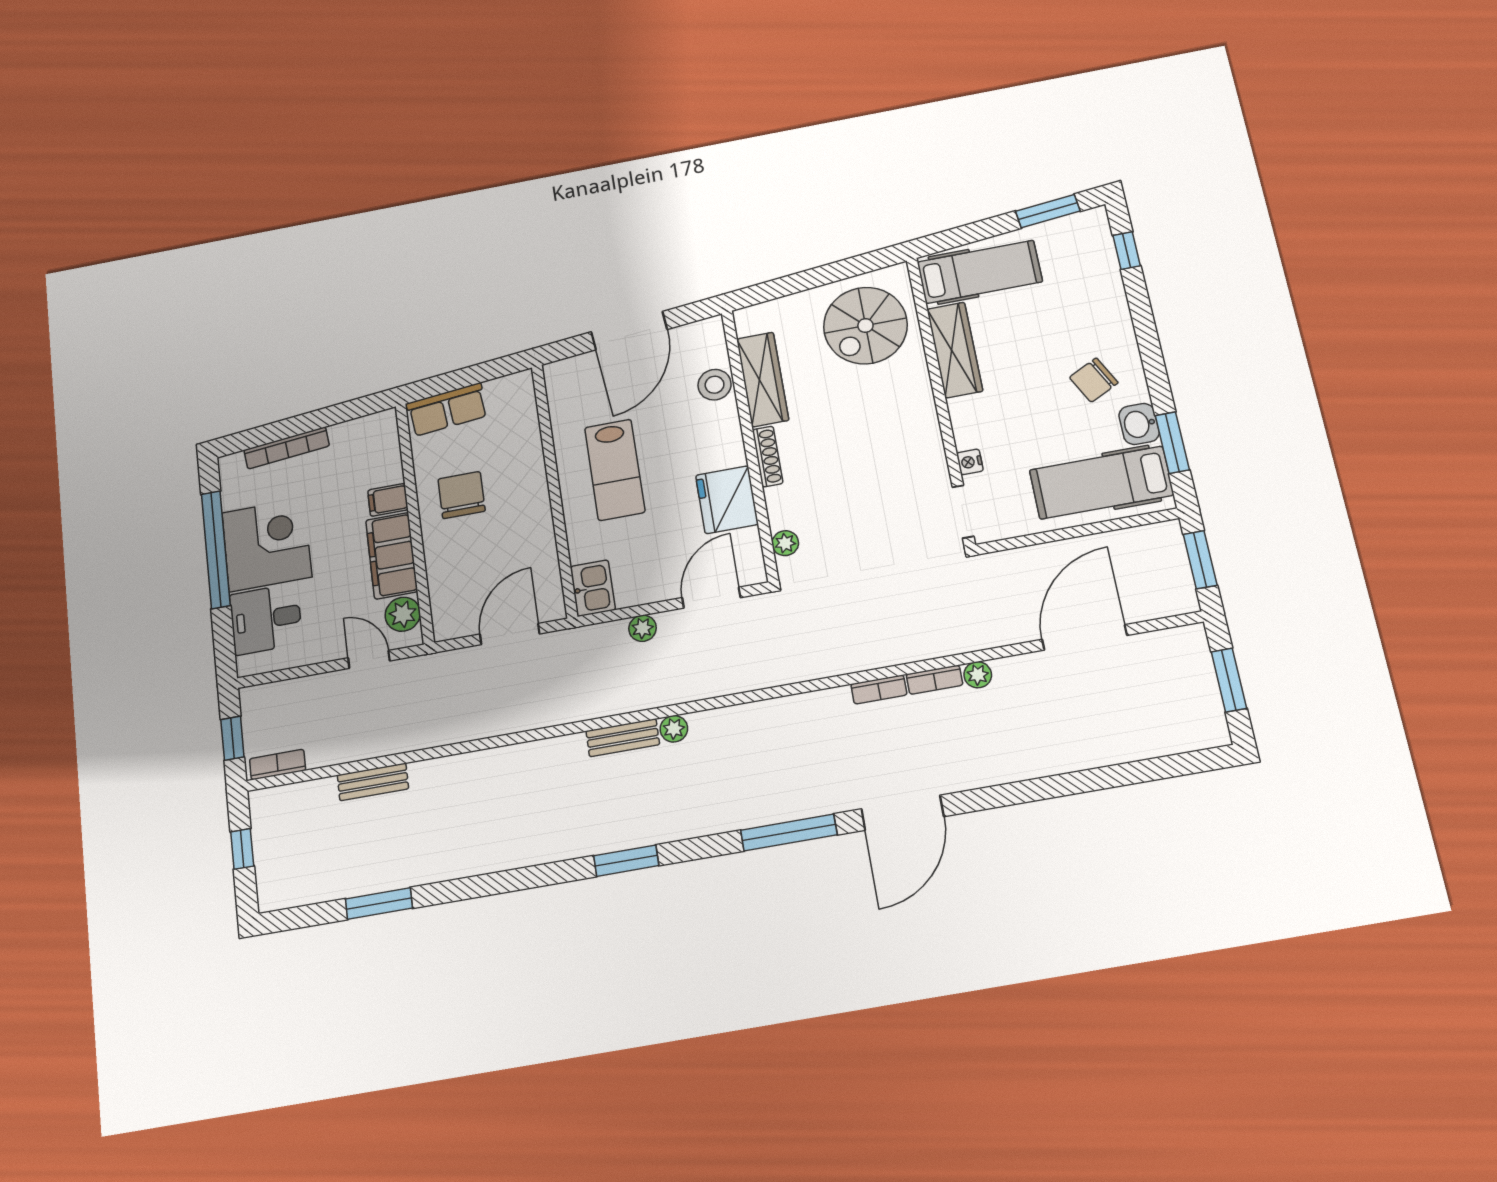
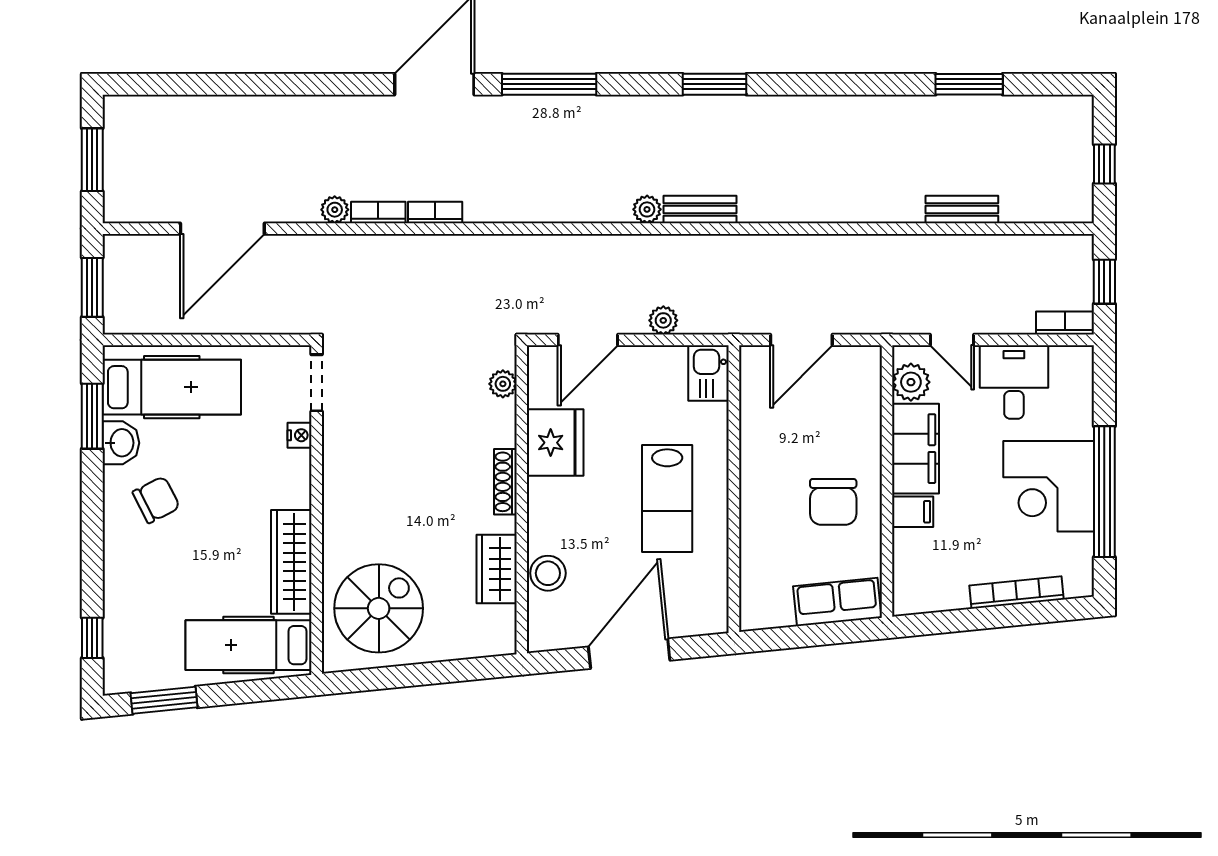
wardrobe: (762, 379) -> (497, 569), width x0.67
lab bench: (615, 470) -> (667, 499), turned 180
desk: (266, 619) -> (1014, 382), moved, turned -90
bookcase: (278, 765) -> (1065, 323), moved, turned 180

